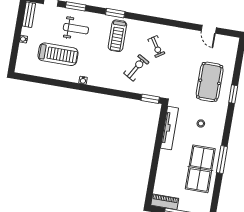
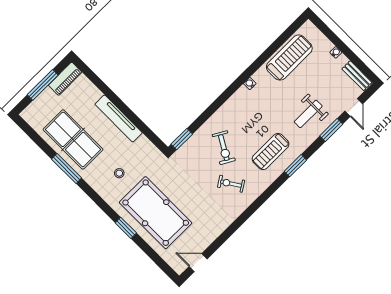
door: (209, 29) -> (198, 263), moved
treadmill: (117, 36) -> (271, 152), turned -90
treadmill: (58, 54) -> (289, 58), moved, turned 180
pool table: (210, 82) -> (156, 213), width x1.36, depth x1.32
tv unit: (169, 128) -> (119, 119), moved

